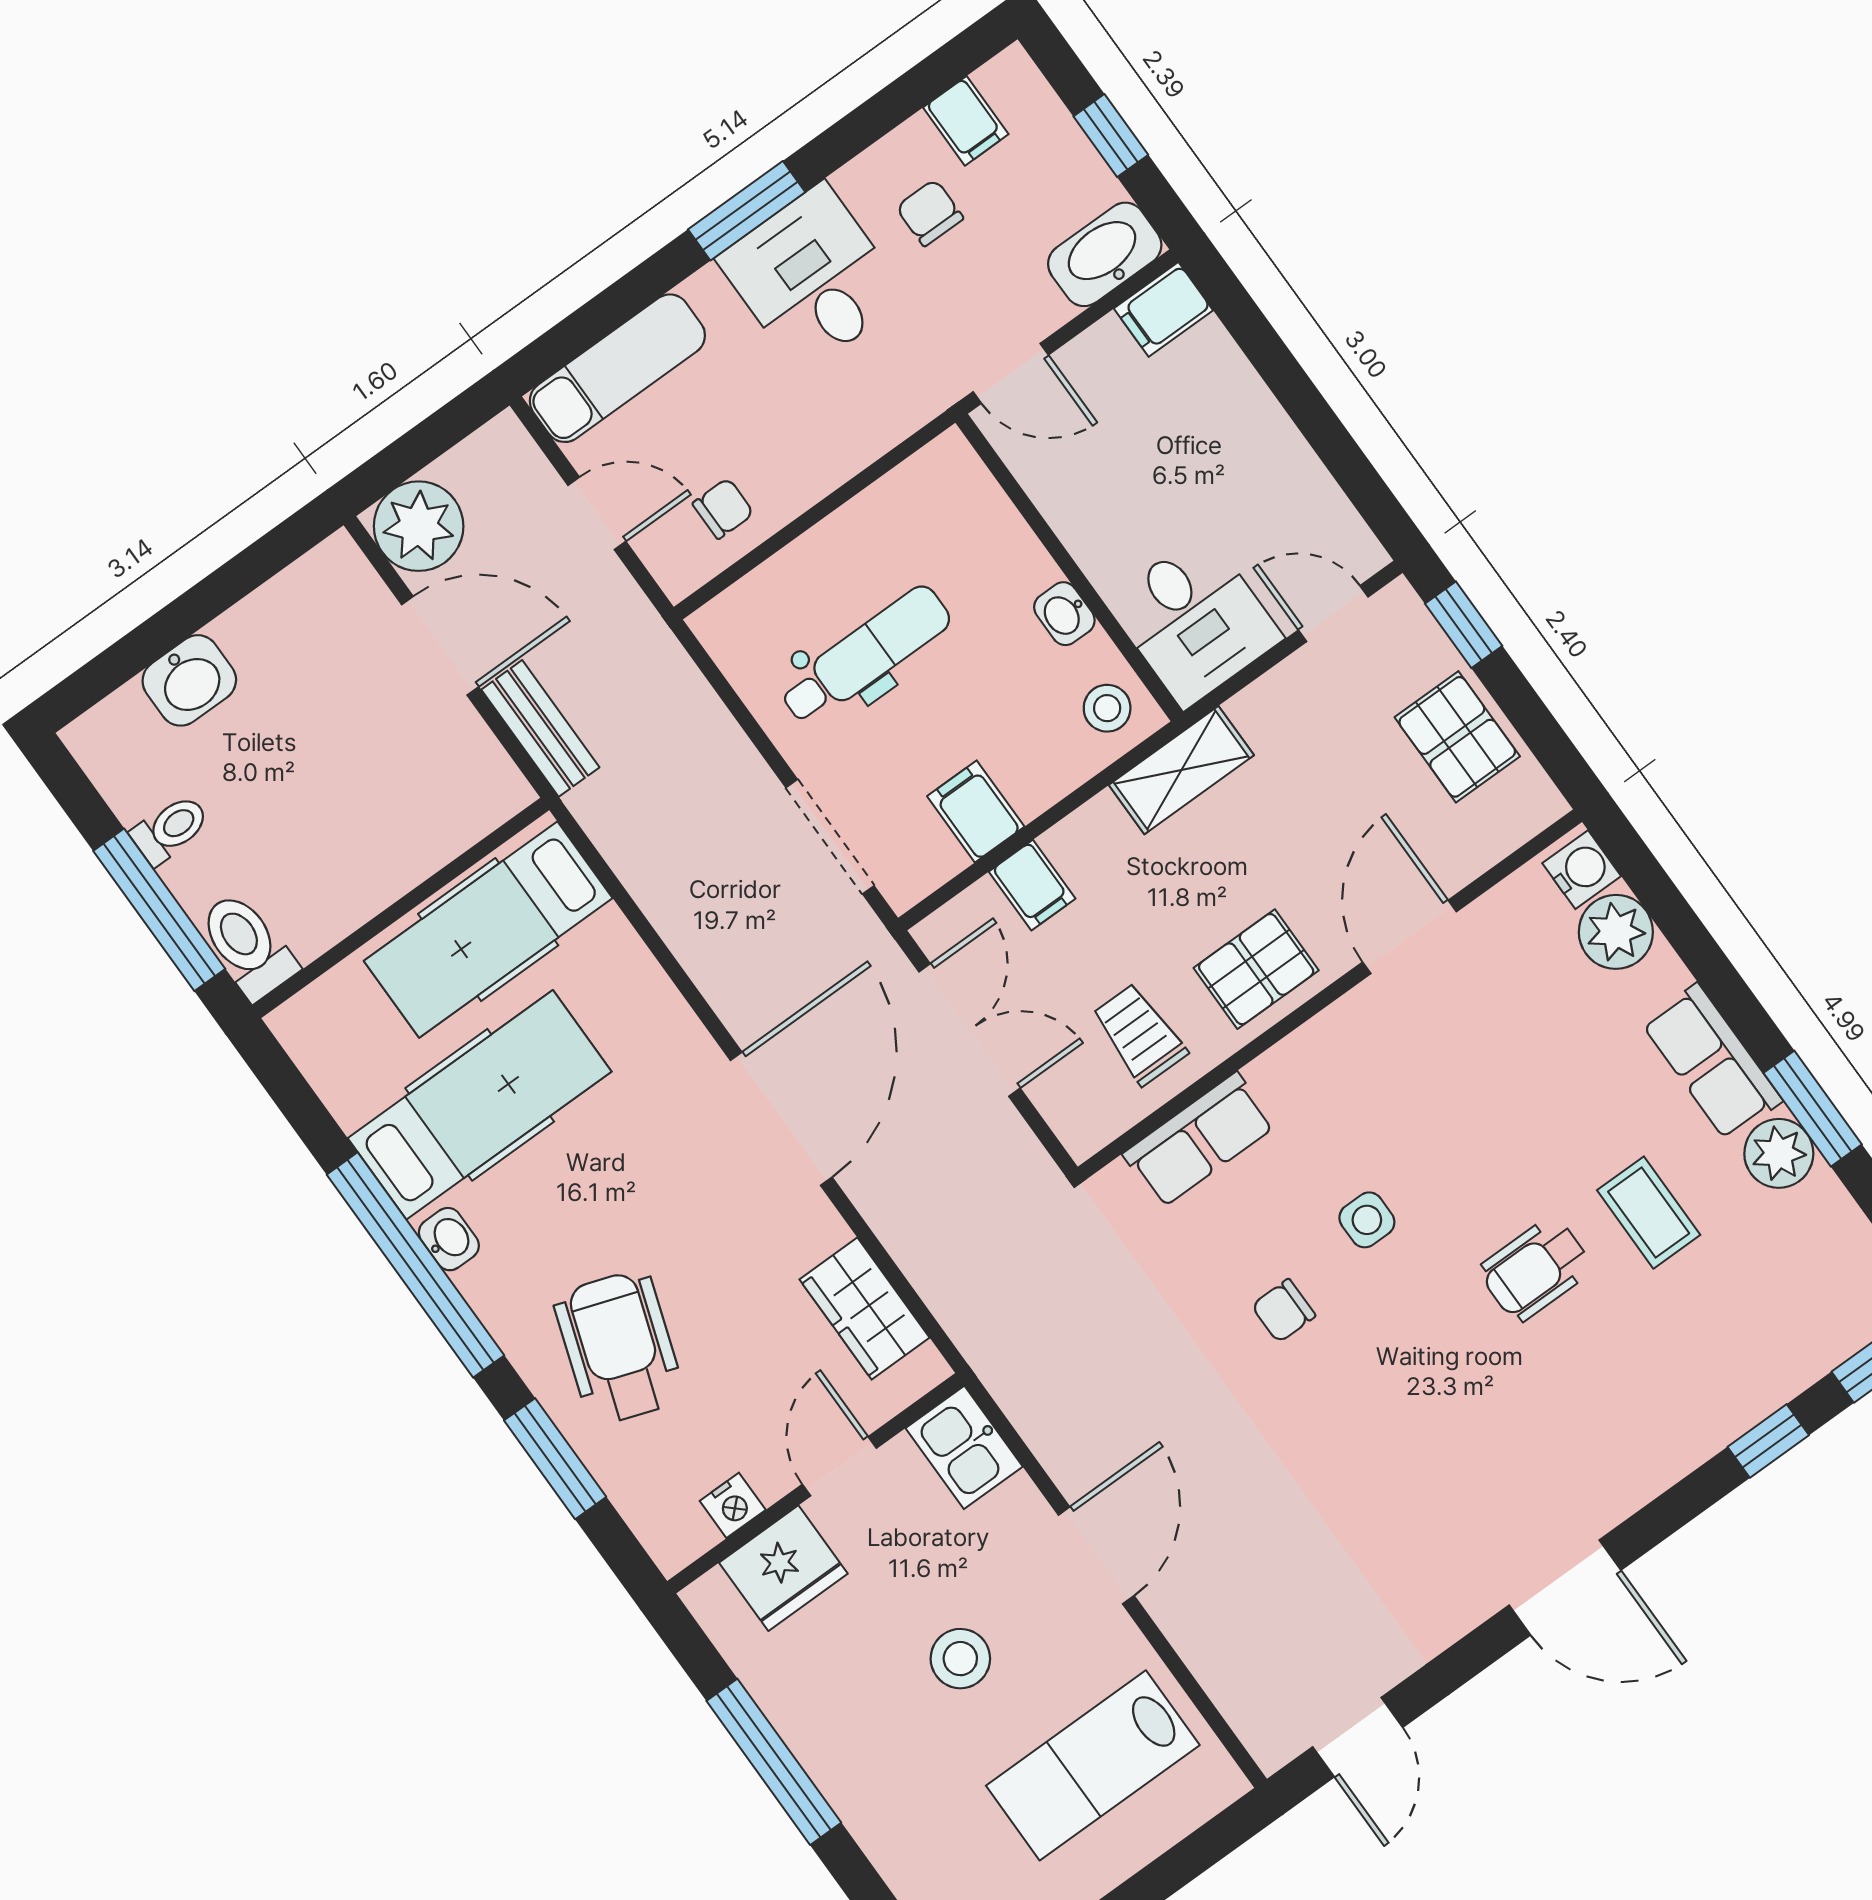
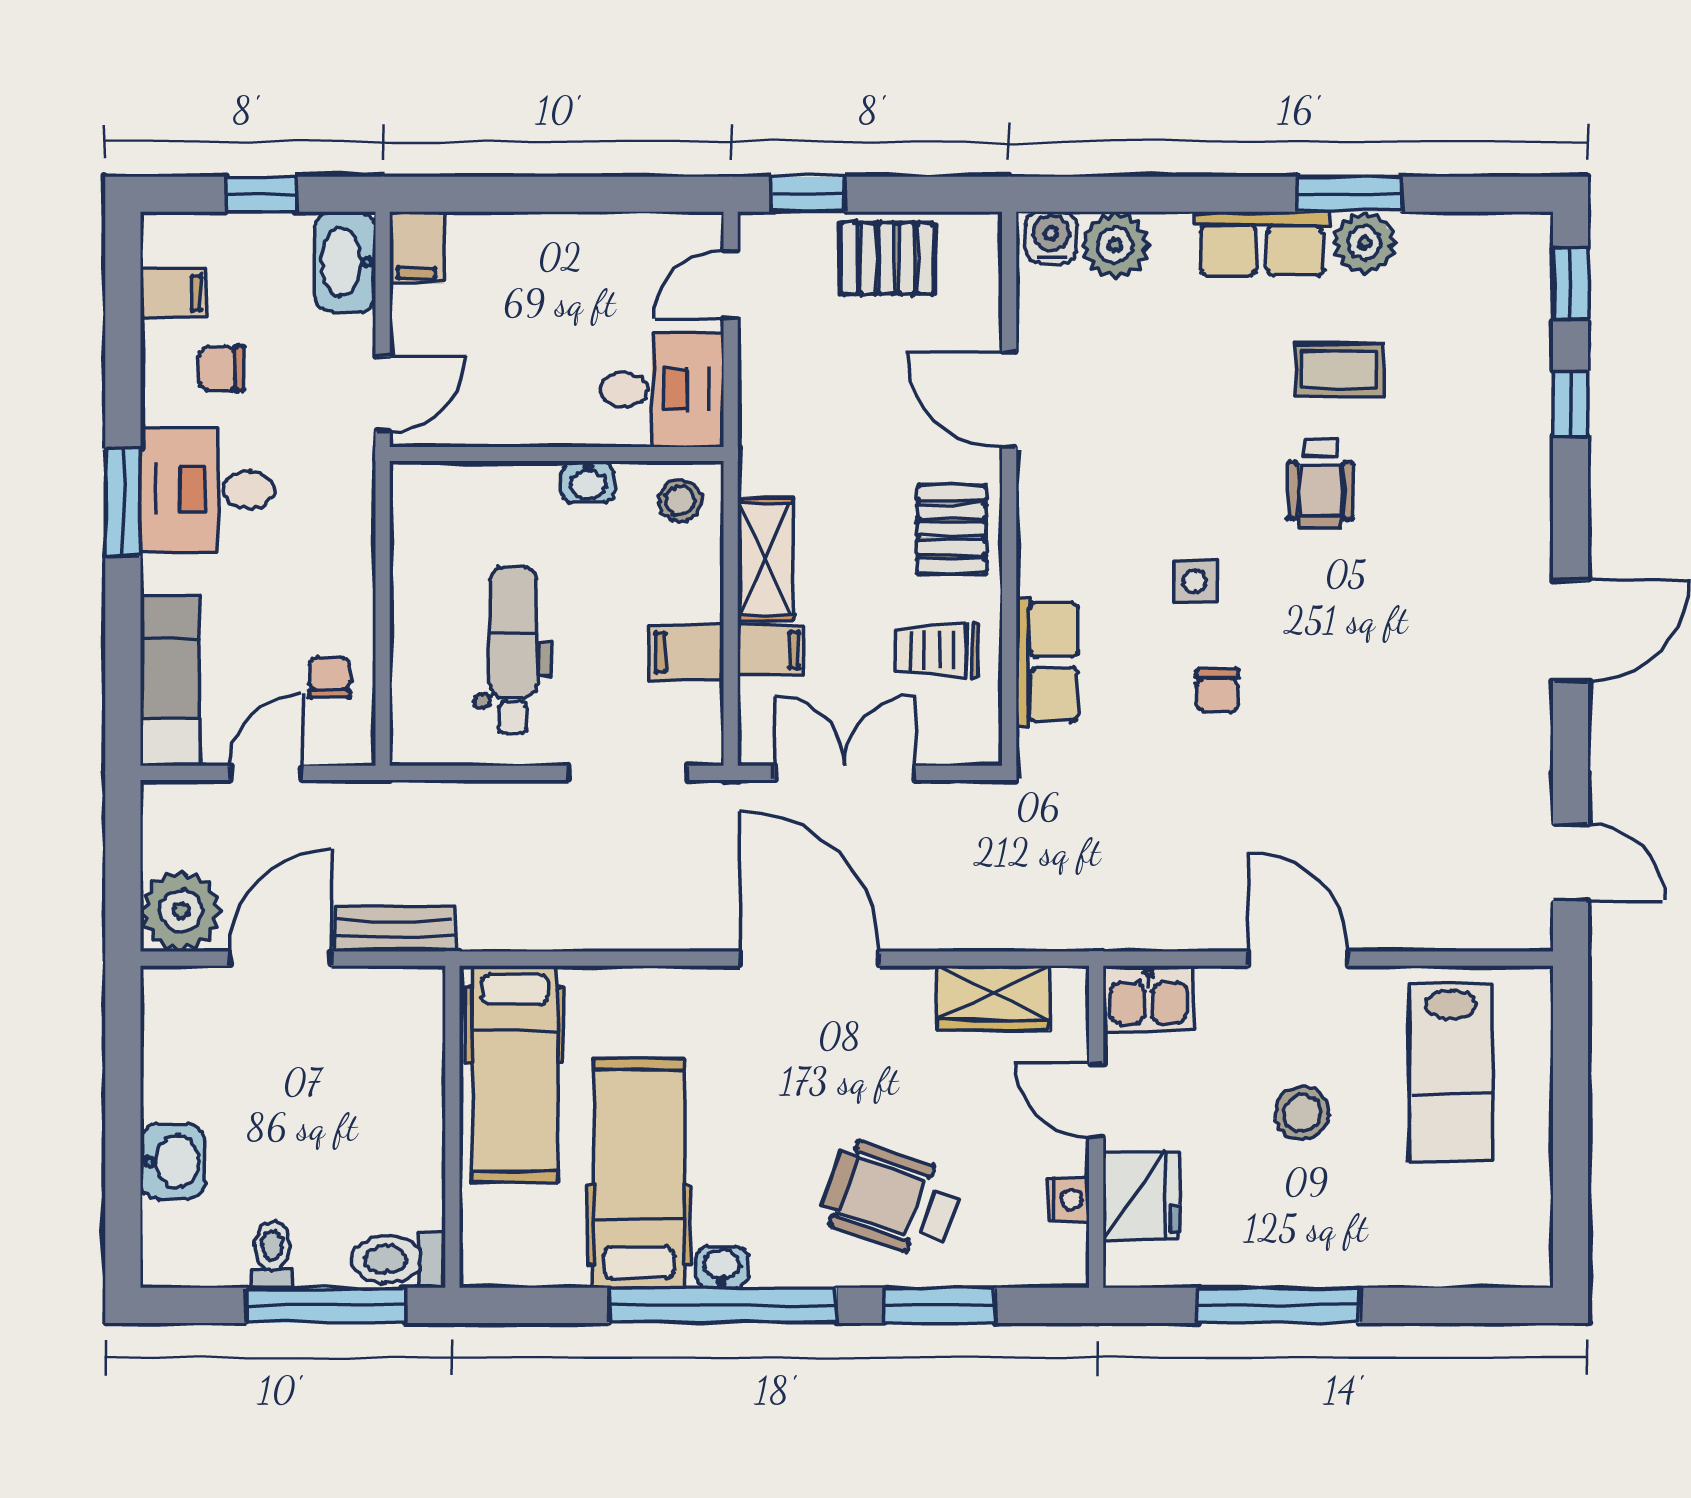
shelving: (1181, 770) -> (765, 559), moved

